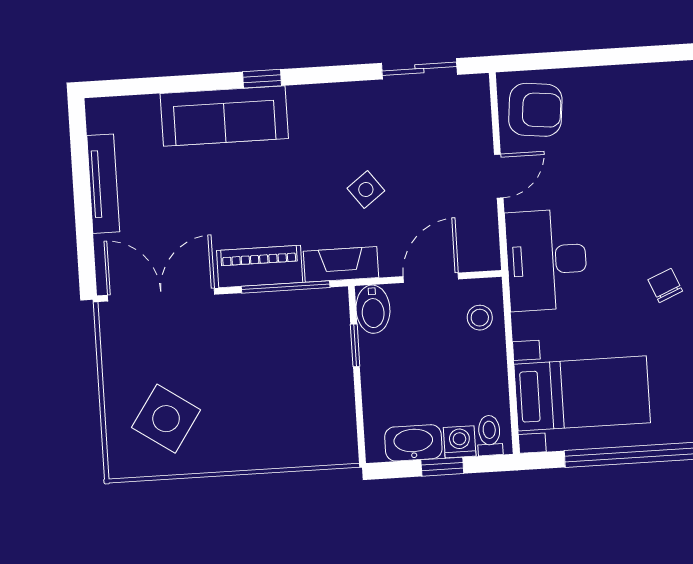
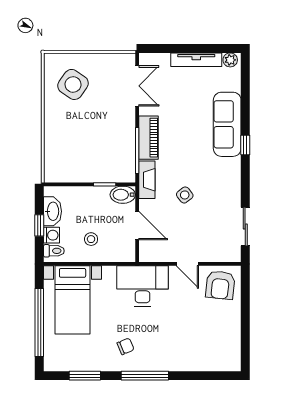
plant: (100, 118) -> (230, 60), added
double door: (161, 295) -> (137, 86), width x0.73
stool: (480, 318) -> (91, 239), moved

